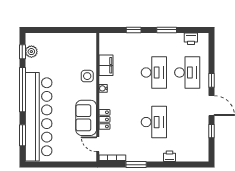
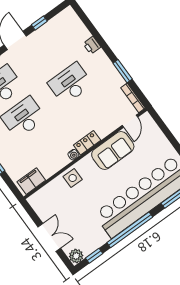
double door: (58, 30) -> (49, 237), added
plant: (31, 52) -> (76, 256), moved
filing cabinet: (106, 65) -> (31, 181), moved
locker: (104, 119) -> (87, 143), moved

